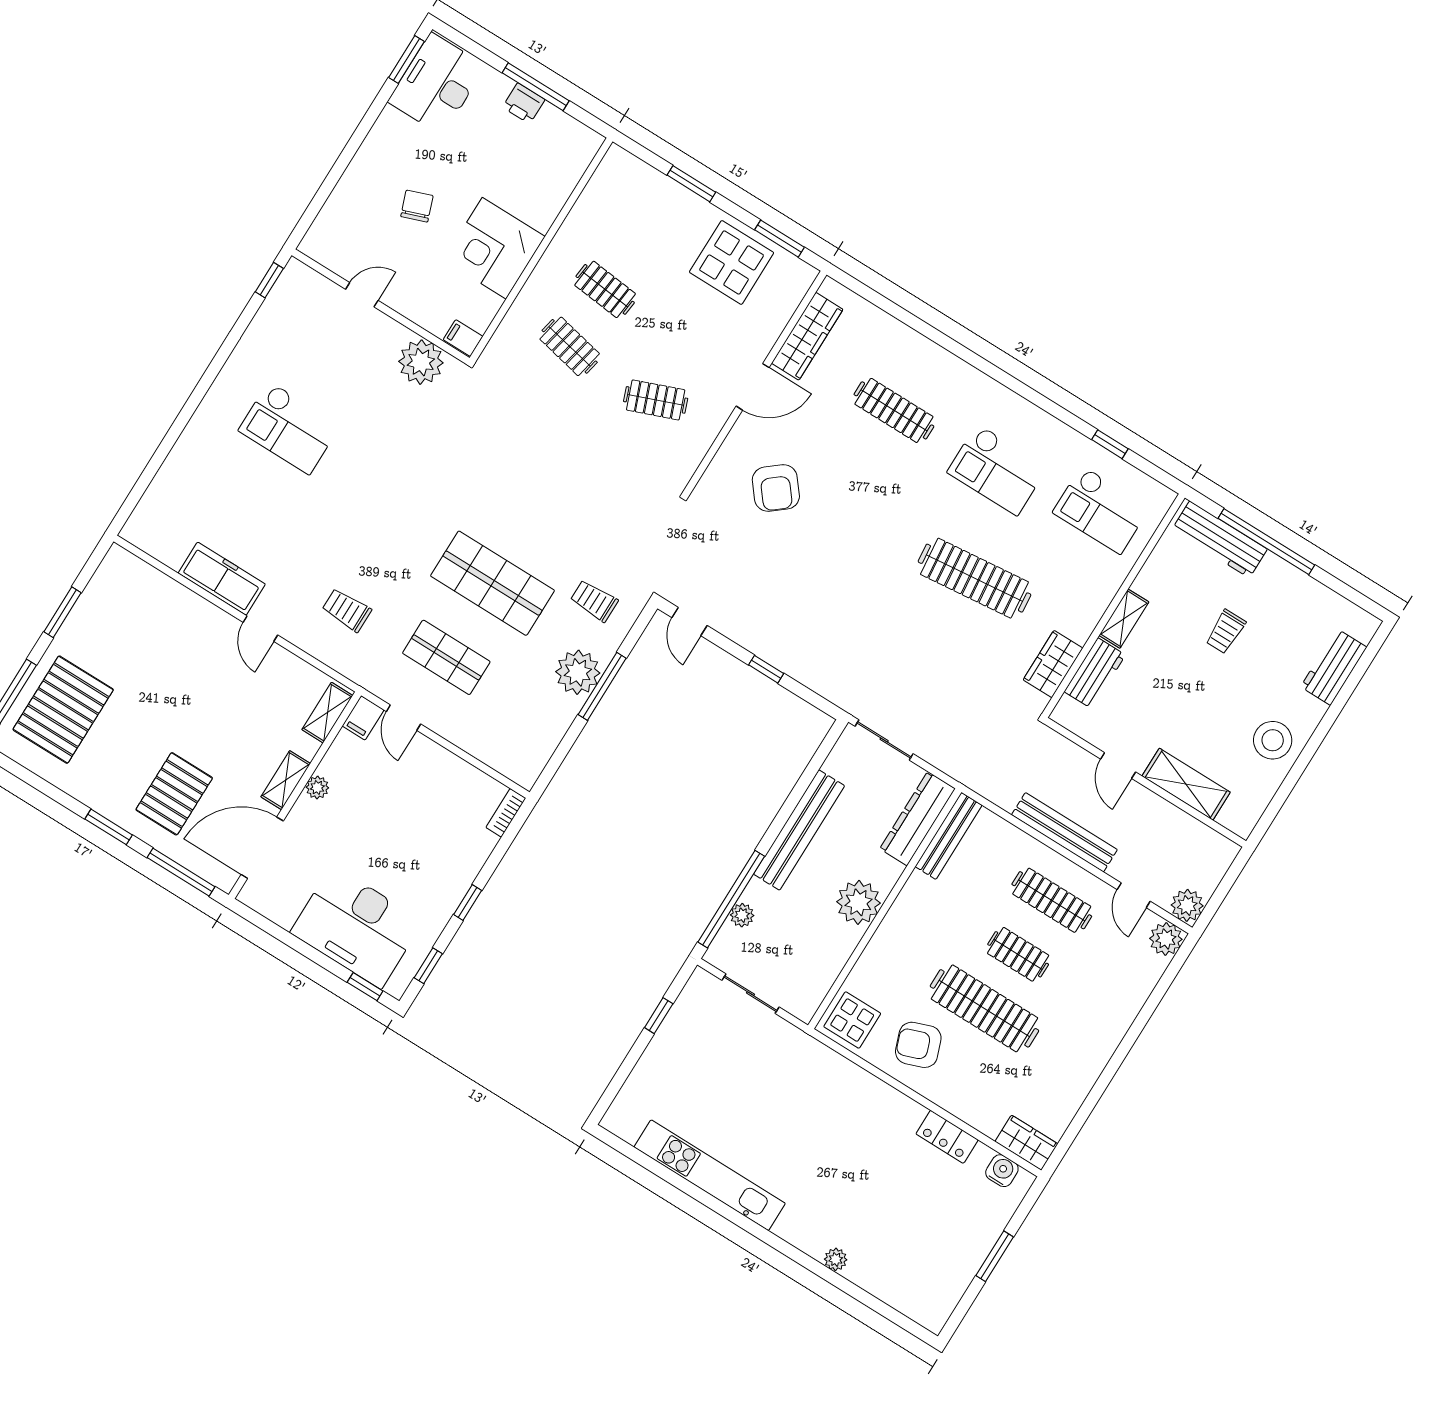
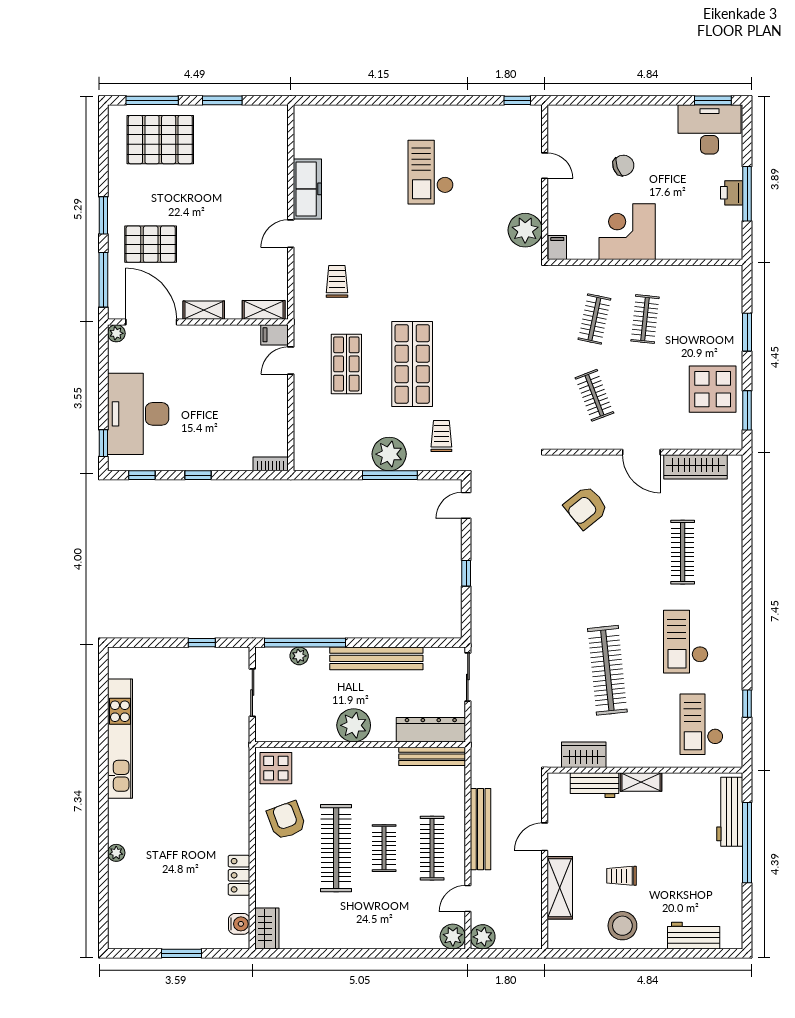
trolley: (1226, 632) -> (622, 876), moved
plant: (317, 787) -> (116, 333), moved

